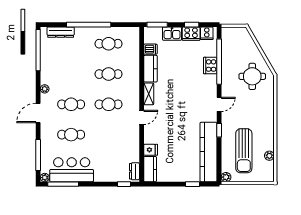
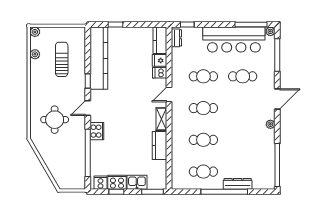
dresser: (61, 32) -> (238, 184), moved
dishwasher: (150, 49) -> (160, 73), moved
cooker: (210, 66) -> (97, 131), moved
round table: (252, 76) -> (55, 120), moved
cafe table: (71, 104) -> (203, 76), moved
sun lounger: (244, 151) -> (62, 59), width x0.73, depth x0.75
bar counter: (72, 170) -> (234, 40), width x1.36
plant: (226, 177) -> (35, 32), moved

